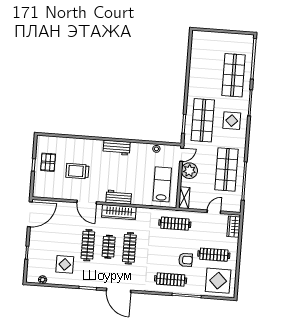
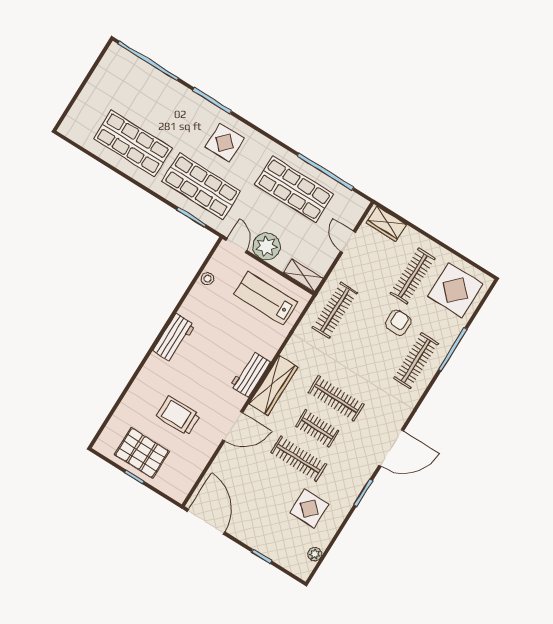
shop shelf: (234, 75) -> (133, 143), moved
pallet: (48, 162) -> (142, 453), width x1.50, depth x1.42
trolley: (77, 171) -> (178, 416), turned 90

